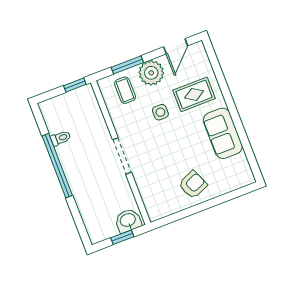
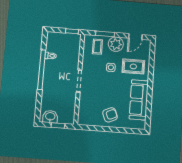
sofa: (223, 133) -> (139, 100), width x1.36
washbasin: (128, 221) -> (50, 117), moved

